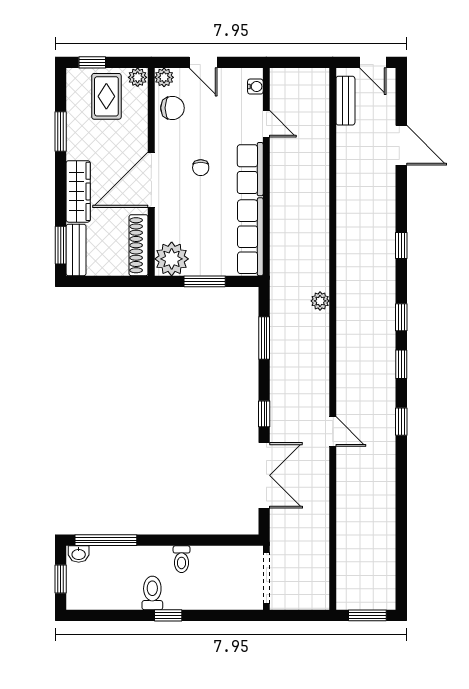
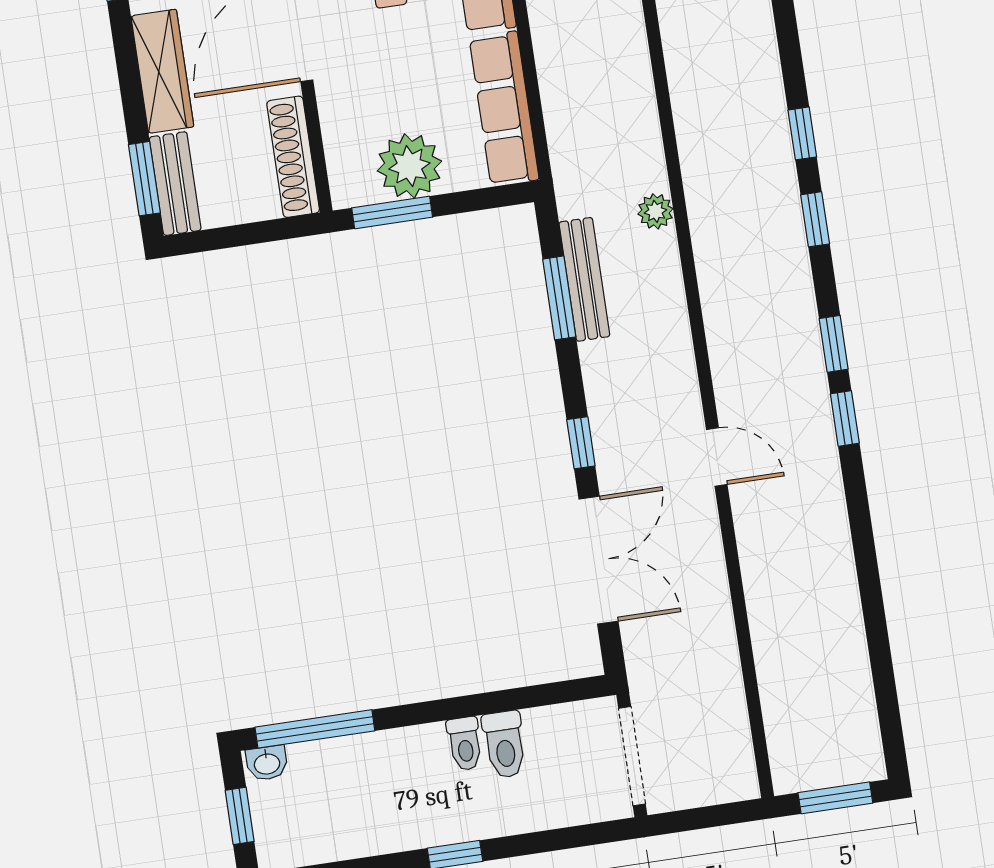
window: (401, 246) -> (802, 133), moved
plant: (172, 259) -> (409, 166), moved
window: (205, 281) -> (392, 212), moved
bench: (278, 330) -> (584, 279), added
window: (401, 364) -> (834, 344), moved
toilet: (152, 593) -> (504, 744), moved, turned 180

